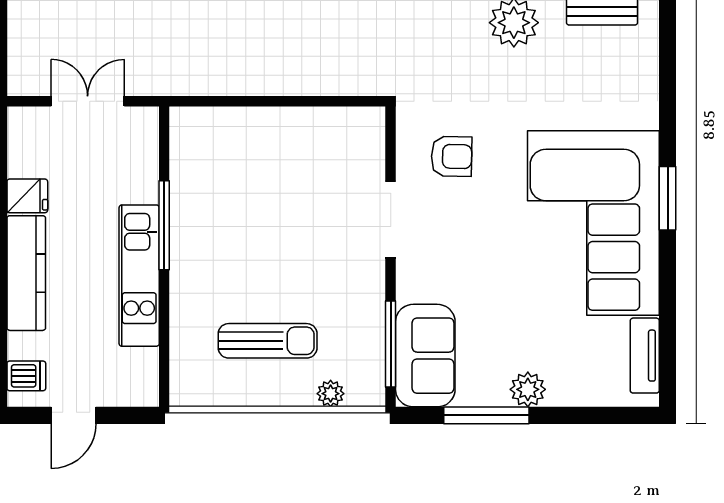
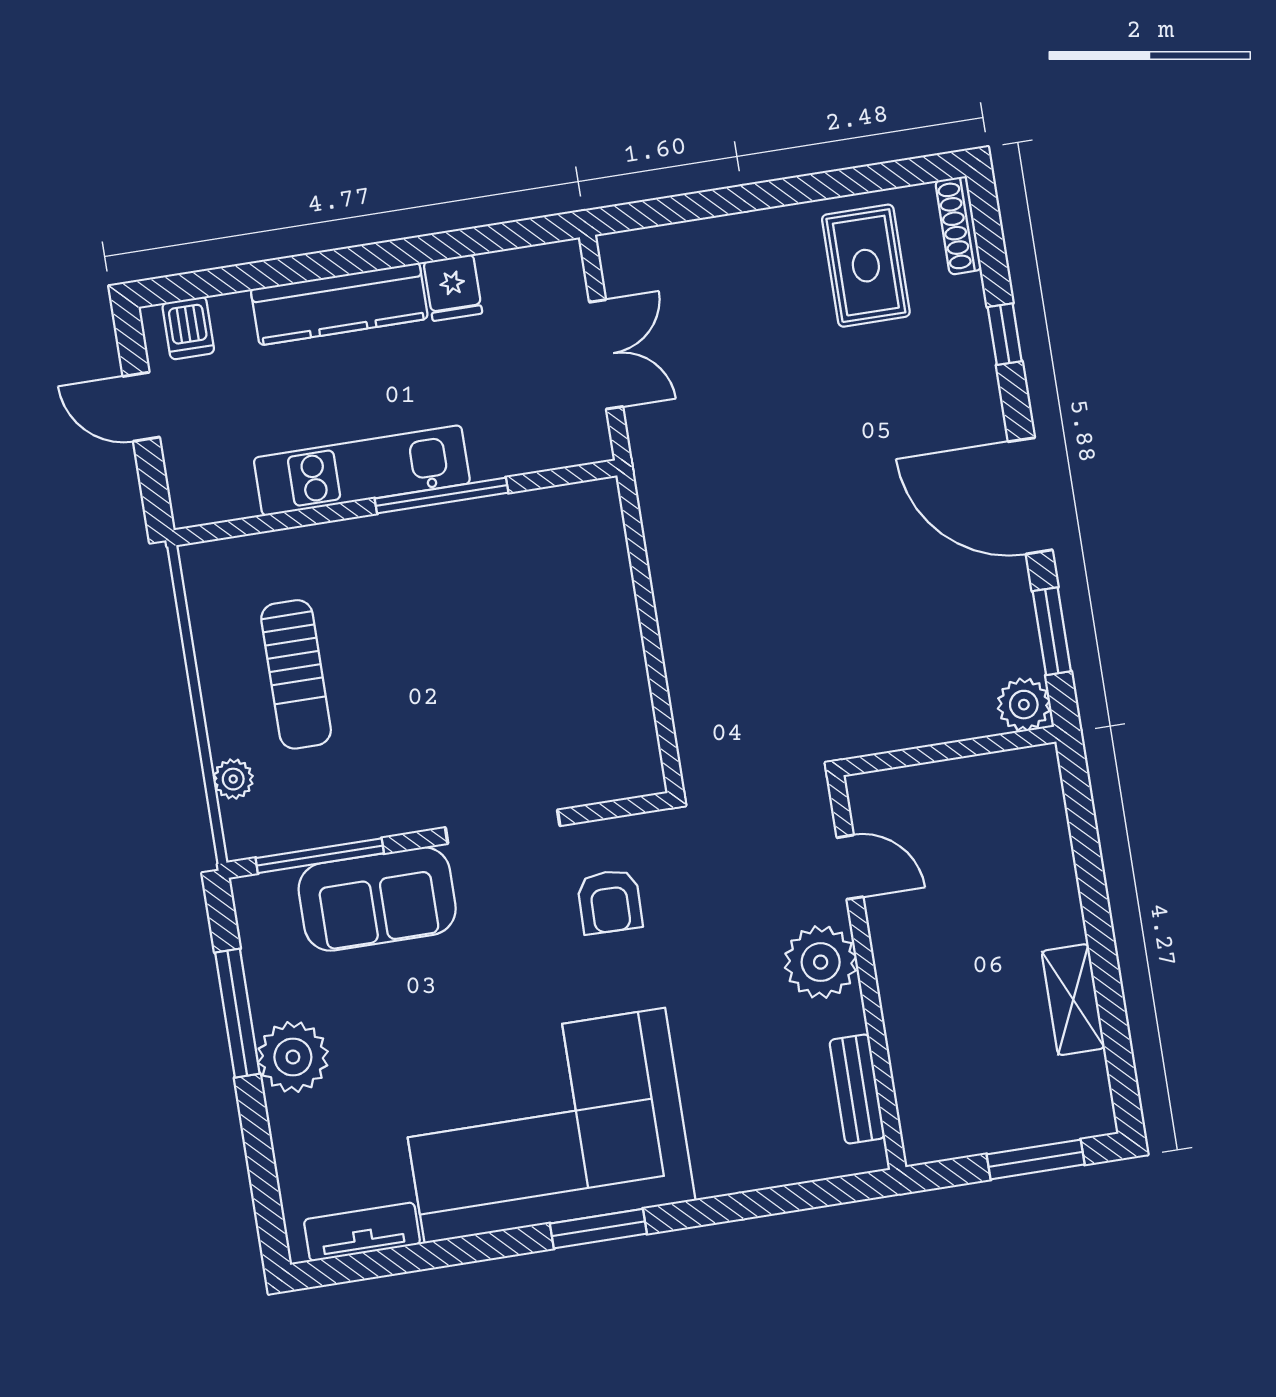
sofa: (425, 356) -> (377, 899), moved
plant: (528, 389) -> (293, 1057), width x1.36, depth x1.36

